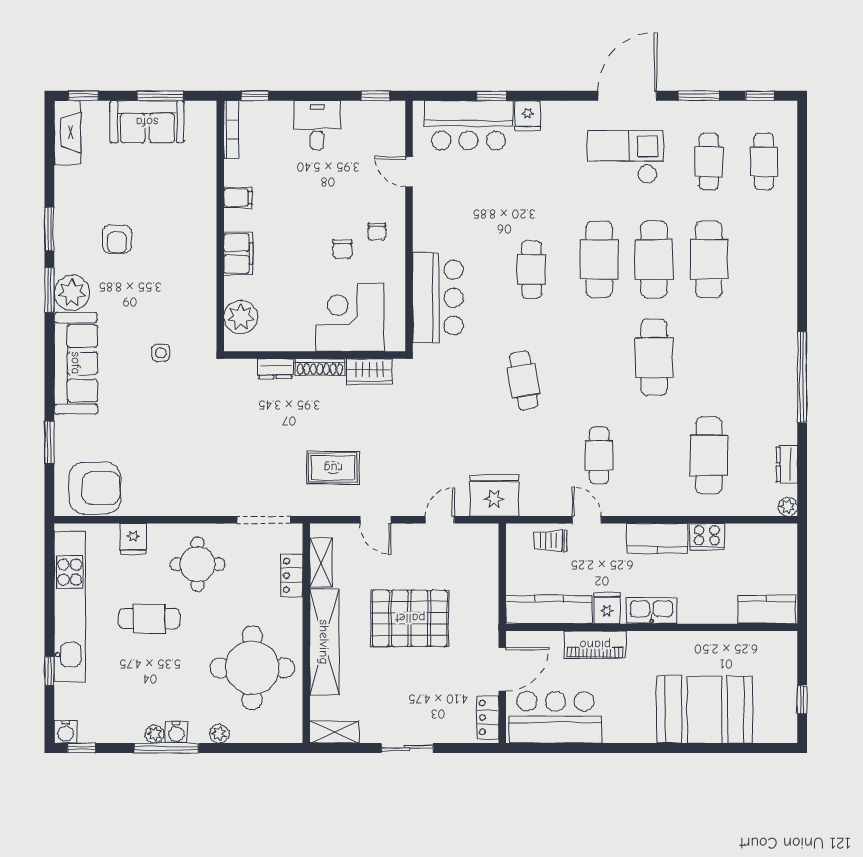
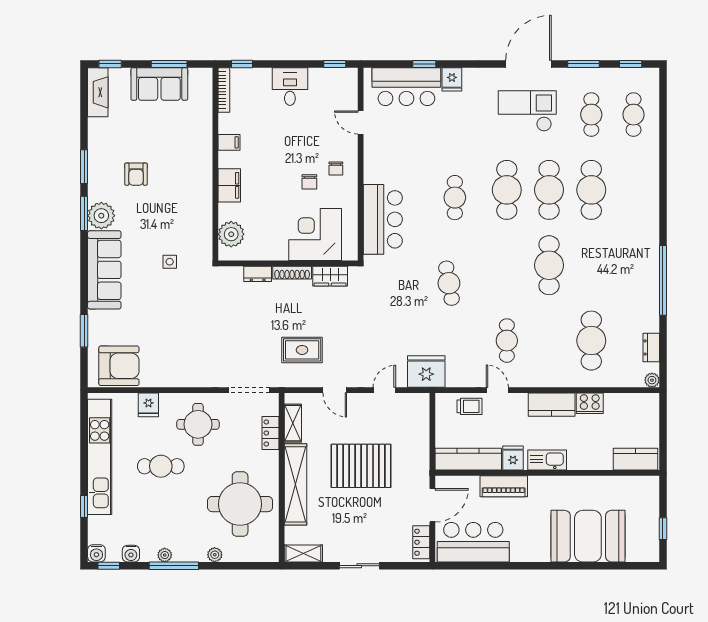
trolley: (551, 541) -> (470, 406), turned 180
water cooler: (176, 732) -> (131, 554), moved

